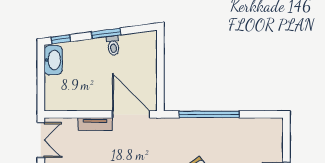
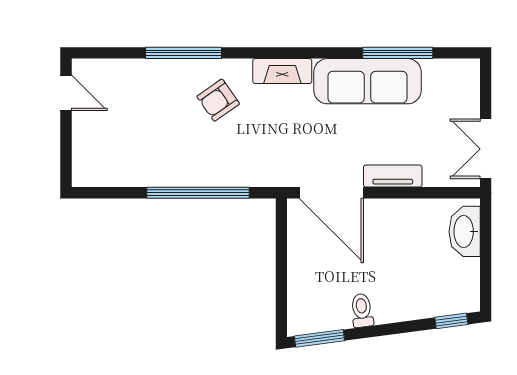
window: (106, 33) -> (319, 338), moved
washbasin: (53, 60) -> (465, 231), moved

